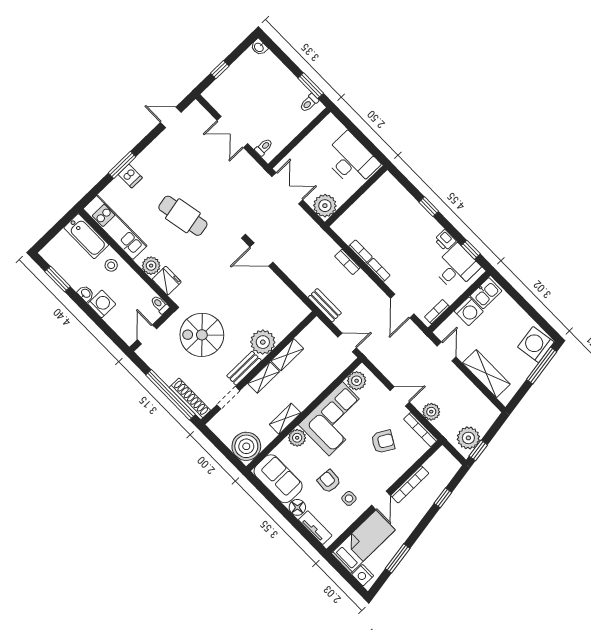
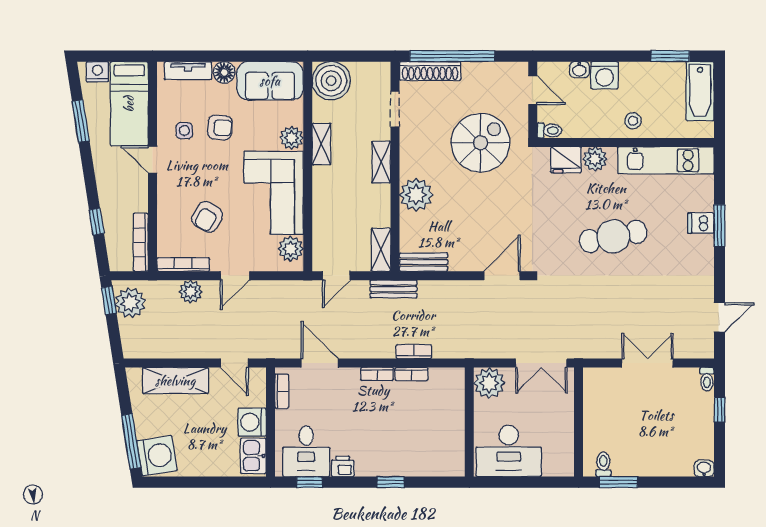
toilet: (264, 147) -> (707, 379), moved
bathtub: (86, 236) -> (700, 91), moved, turned -90
washbasin: (86, 294) -> (579, 69), moved
shelving: (287, 355) -> (381, 250), moved
bench: (244, 368) -> (424, 262), moved, turned 90
bookcase: (410, 484) -> (141, 242), moved

